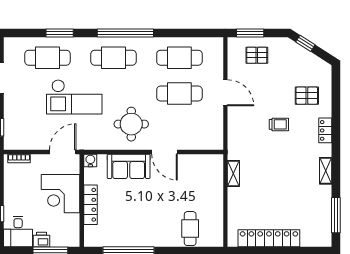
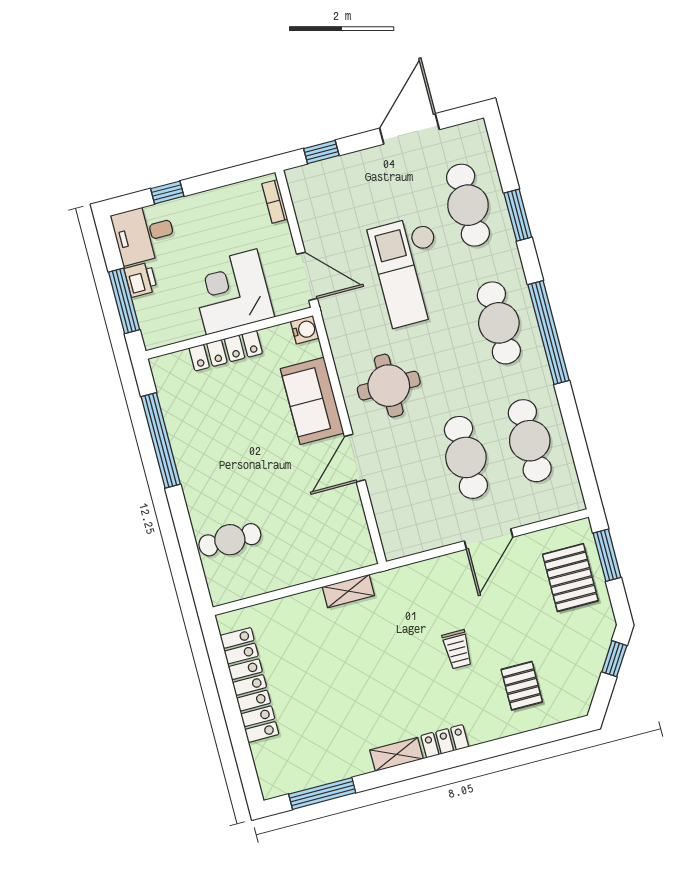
pallet: (257, 55) -> (570, 578), width x1.50, depth x1.42
locker: (325, 130) -> (445, 741), moved

